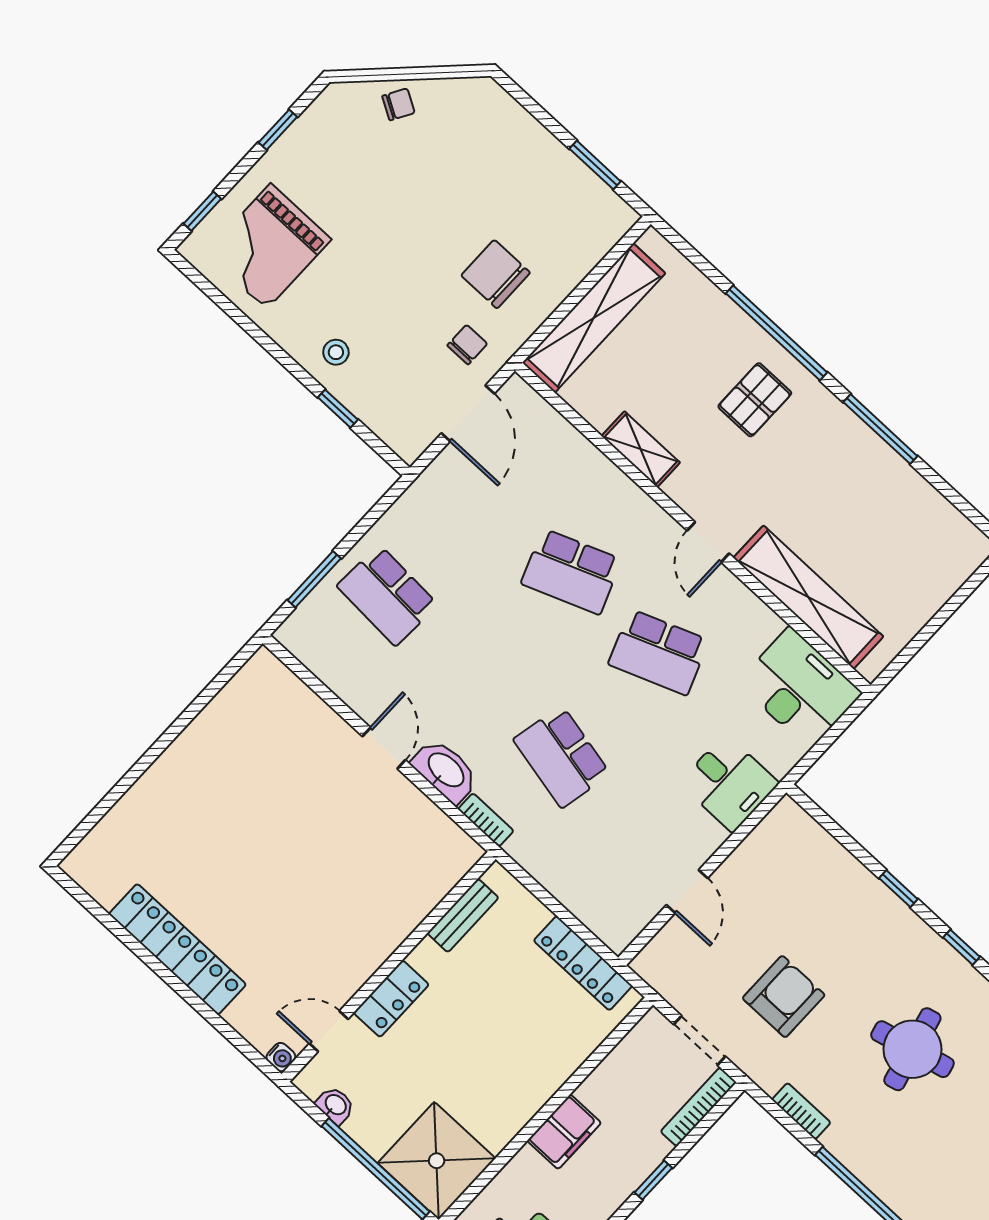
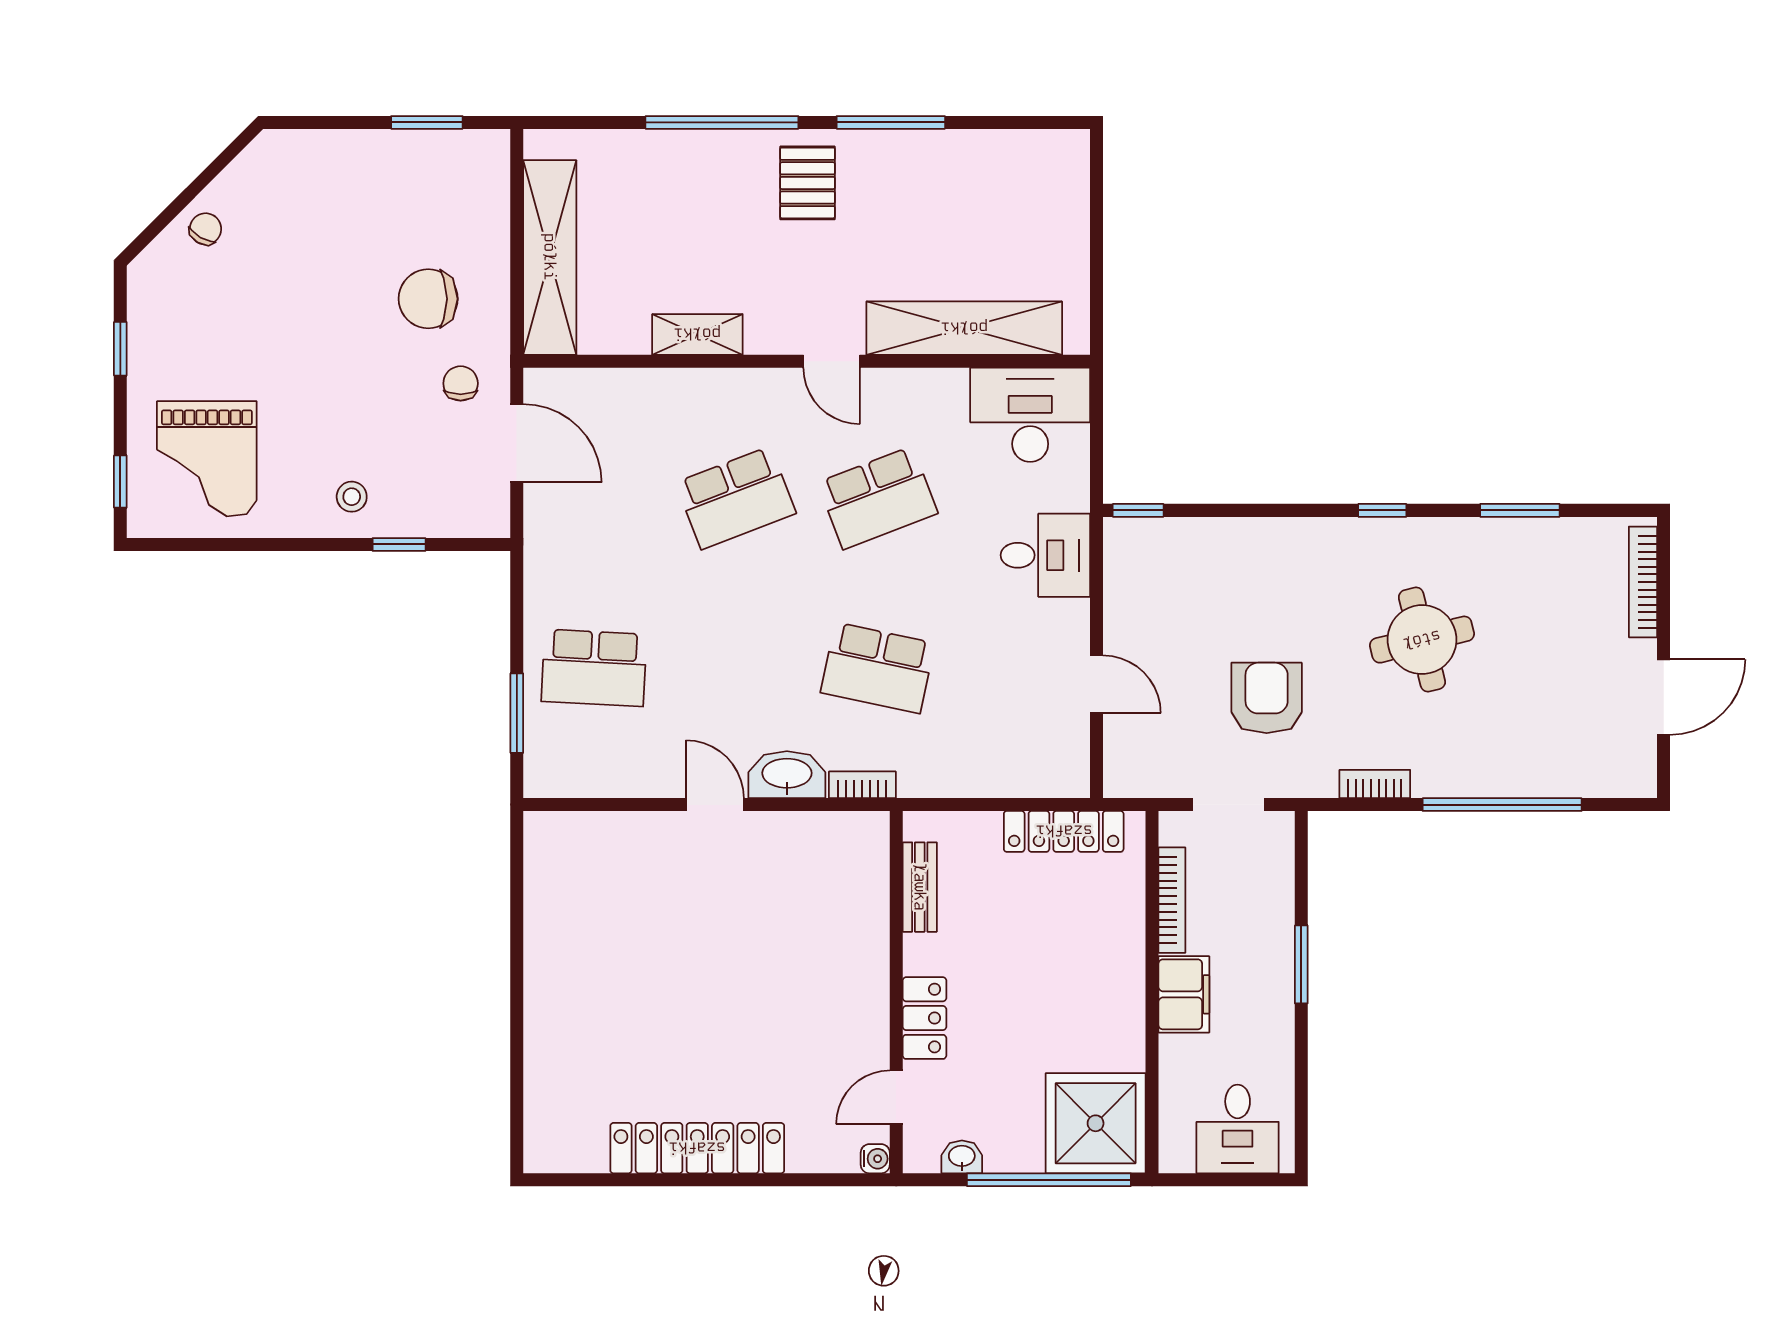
pallet: (755, 400) -> (808, 183), moved
window: (898, 889) -> (1138, 510), moved
bookcase: (698, 1107) -> (1172, 900), moved, turned 180
window: (653, 1180) -> (1301, 964), width x1.50

